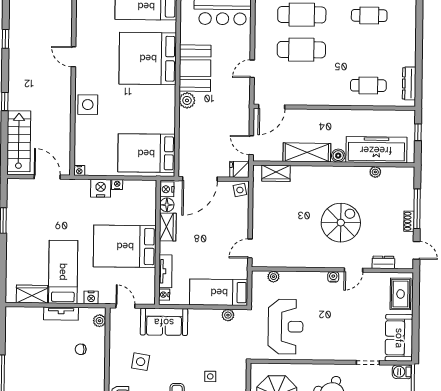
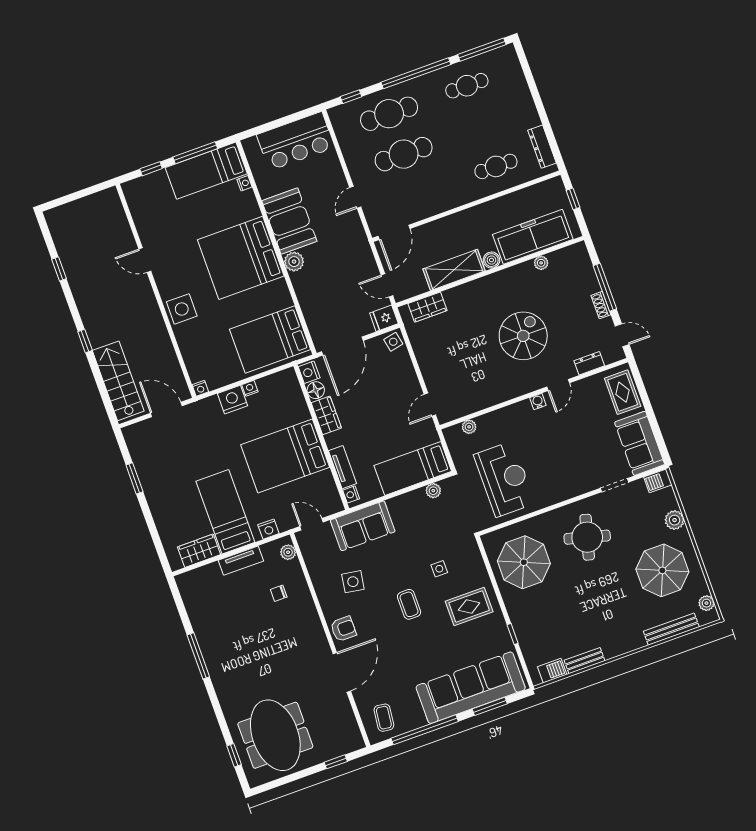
nightstand: (172, 26) -> (244, 183), added
bed: (148, 58) -> (241, 258), moved

